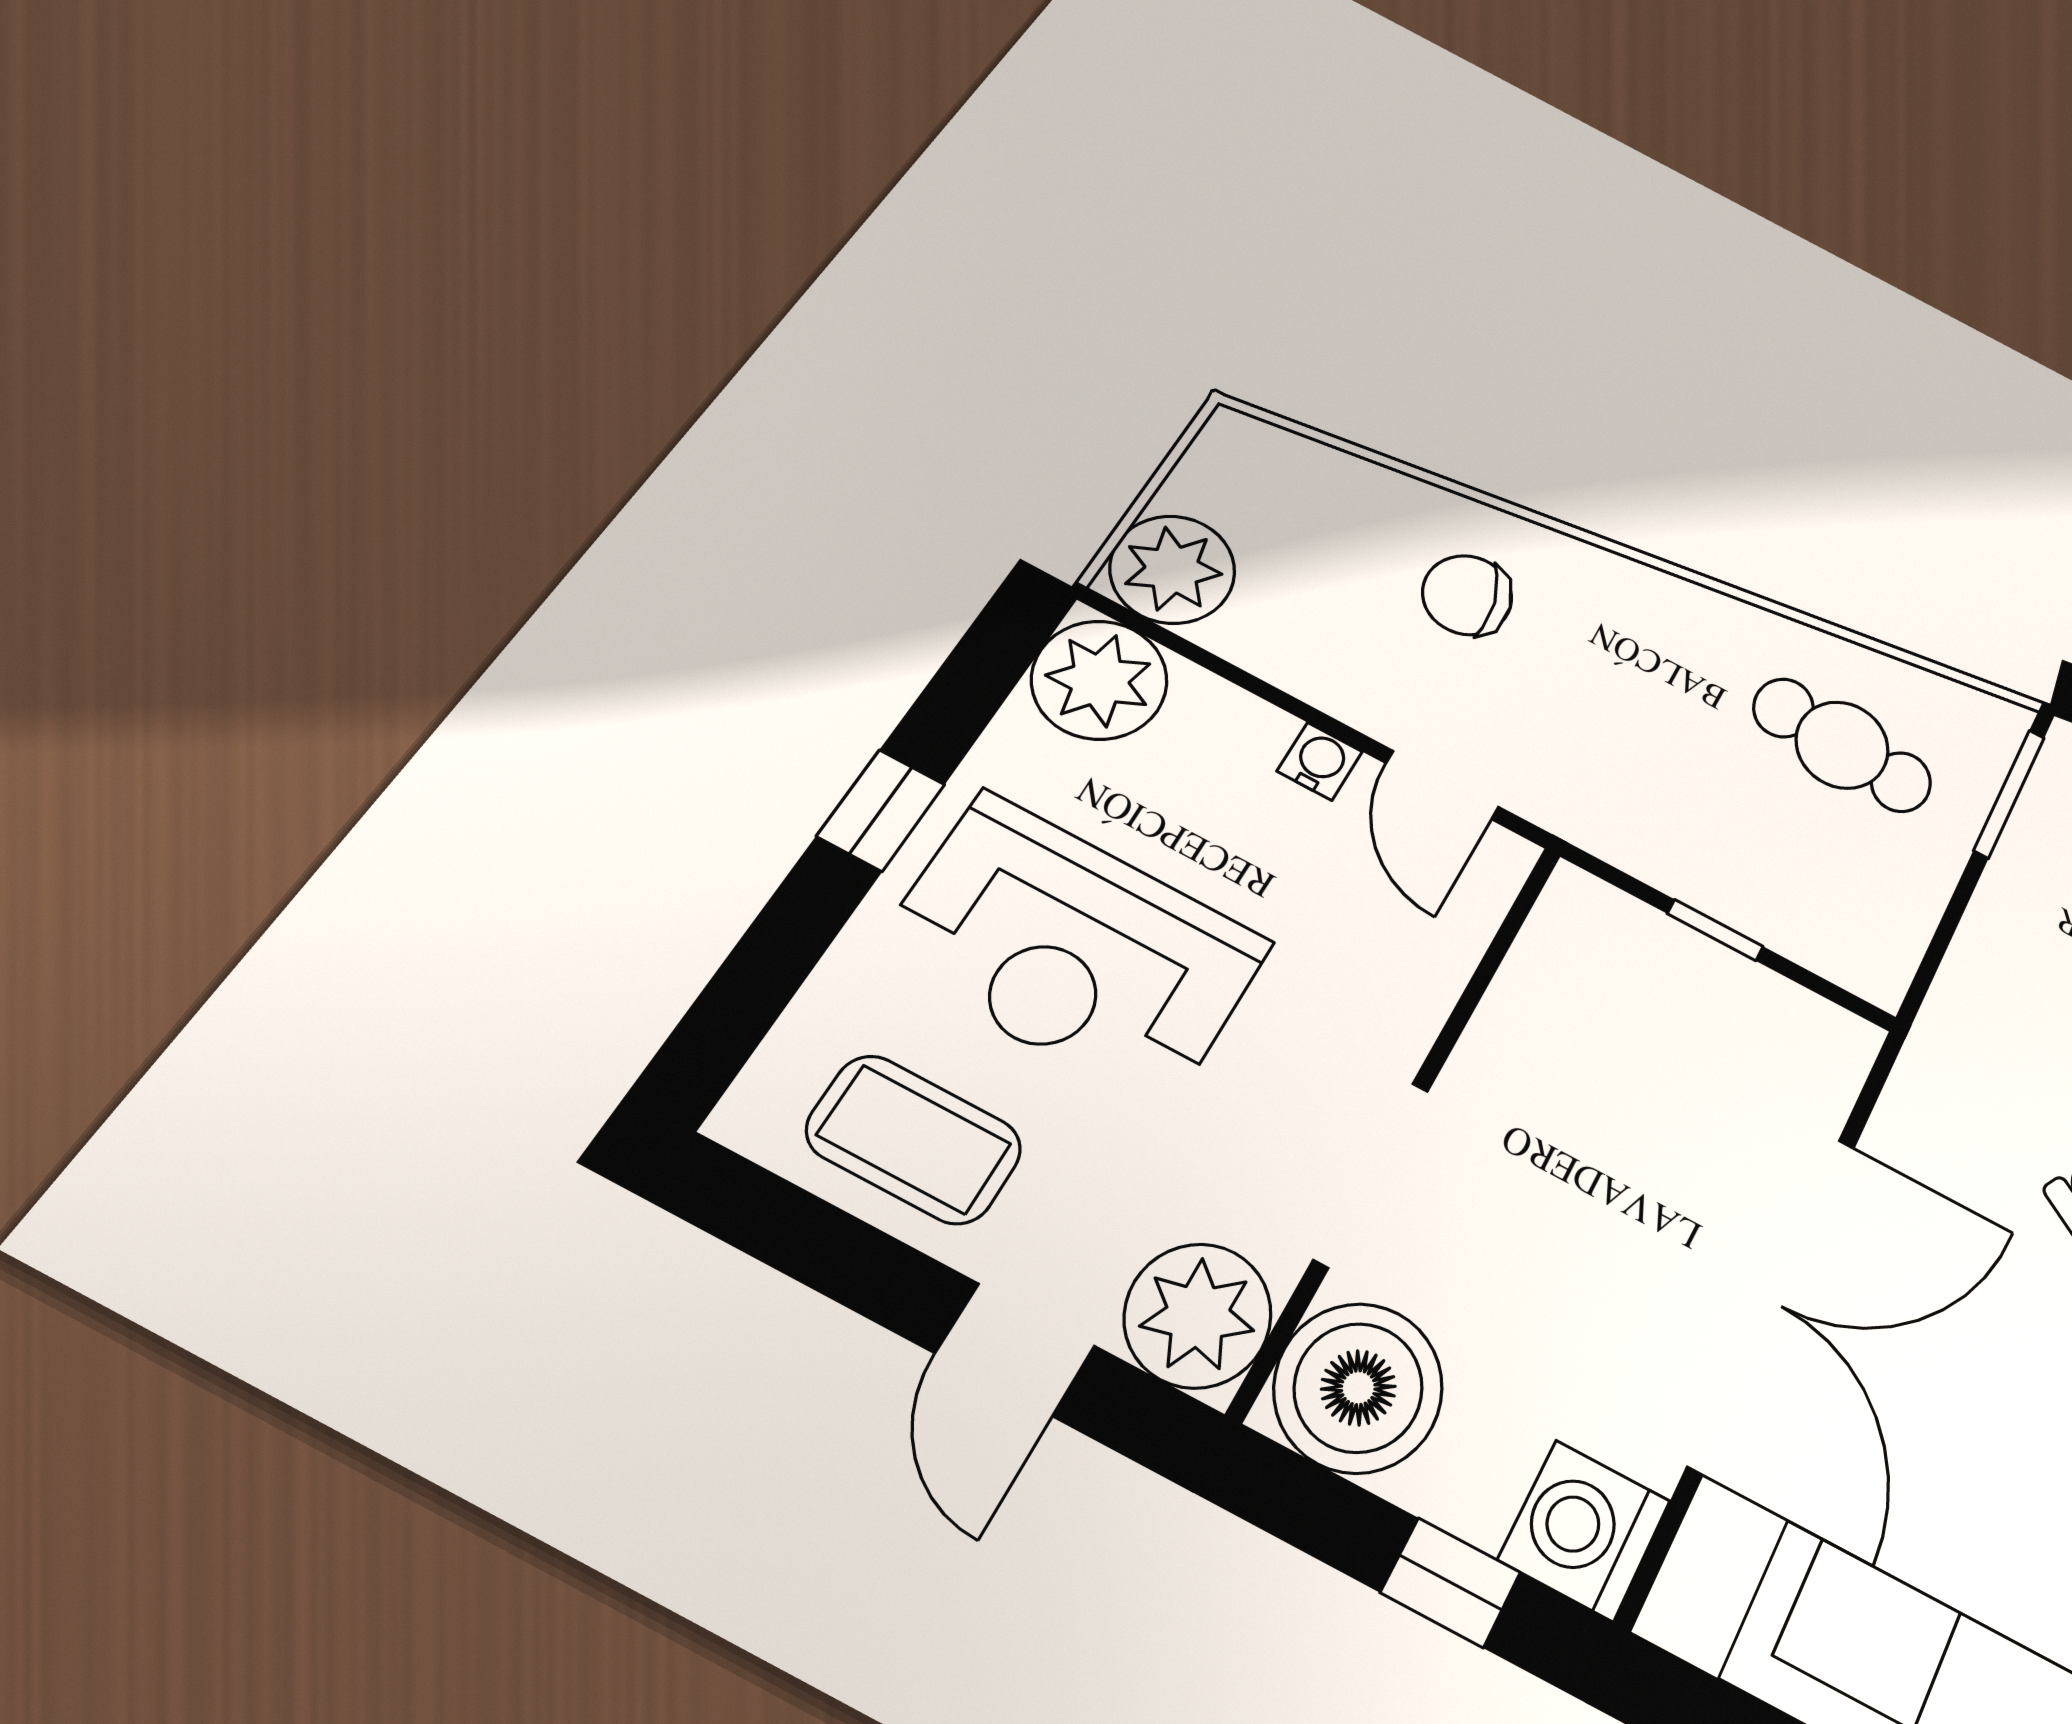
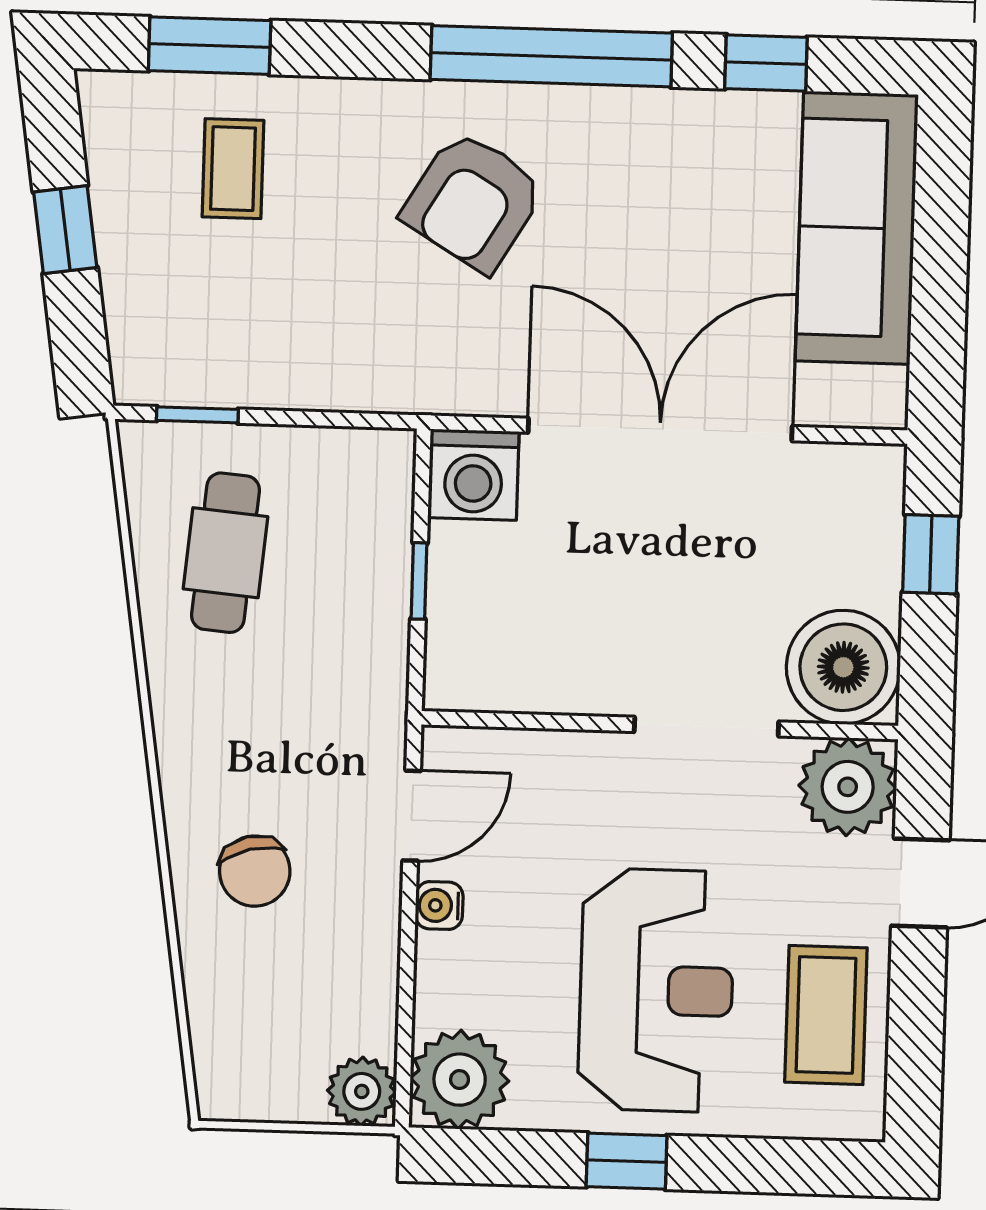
plant: (1172, 569) -> (362, 1091), width x0.73, depth x0.73
window: (2009, 794) -> (197, 415), width x0.67
washing machine: (1584, 1530) -> (473, 475), moved

